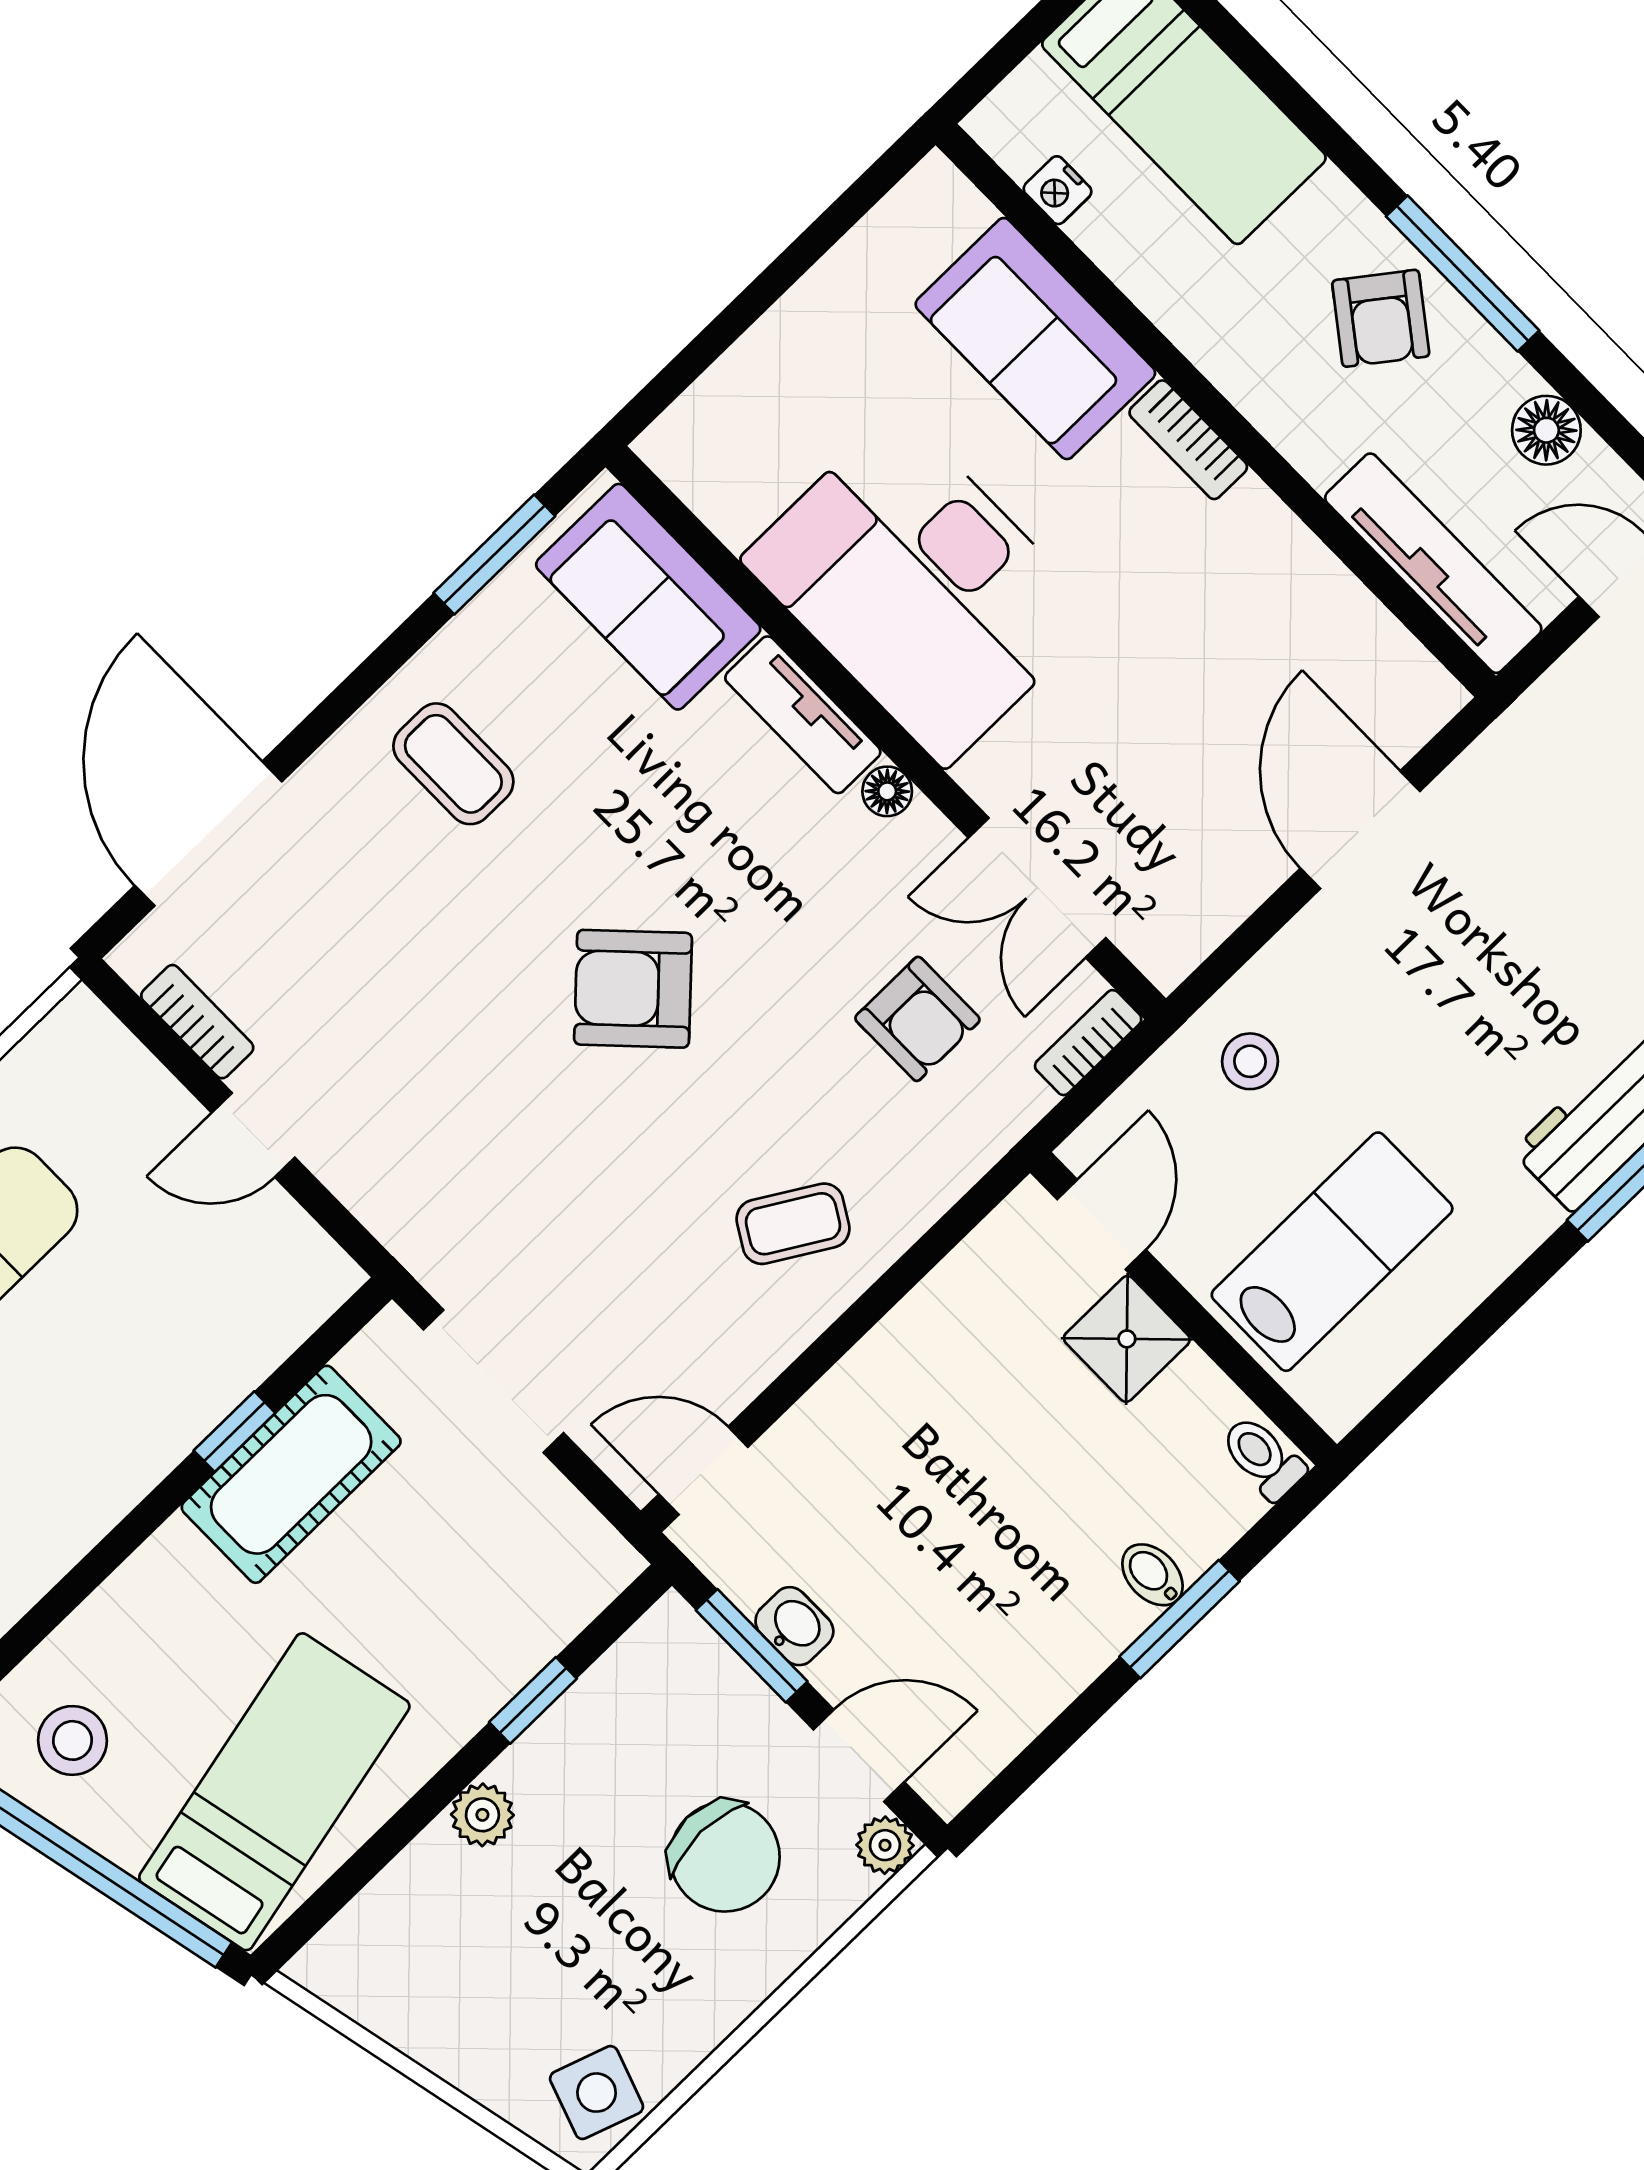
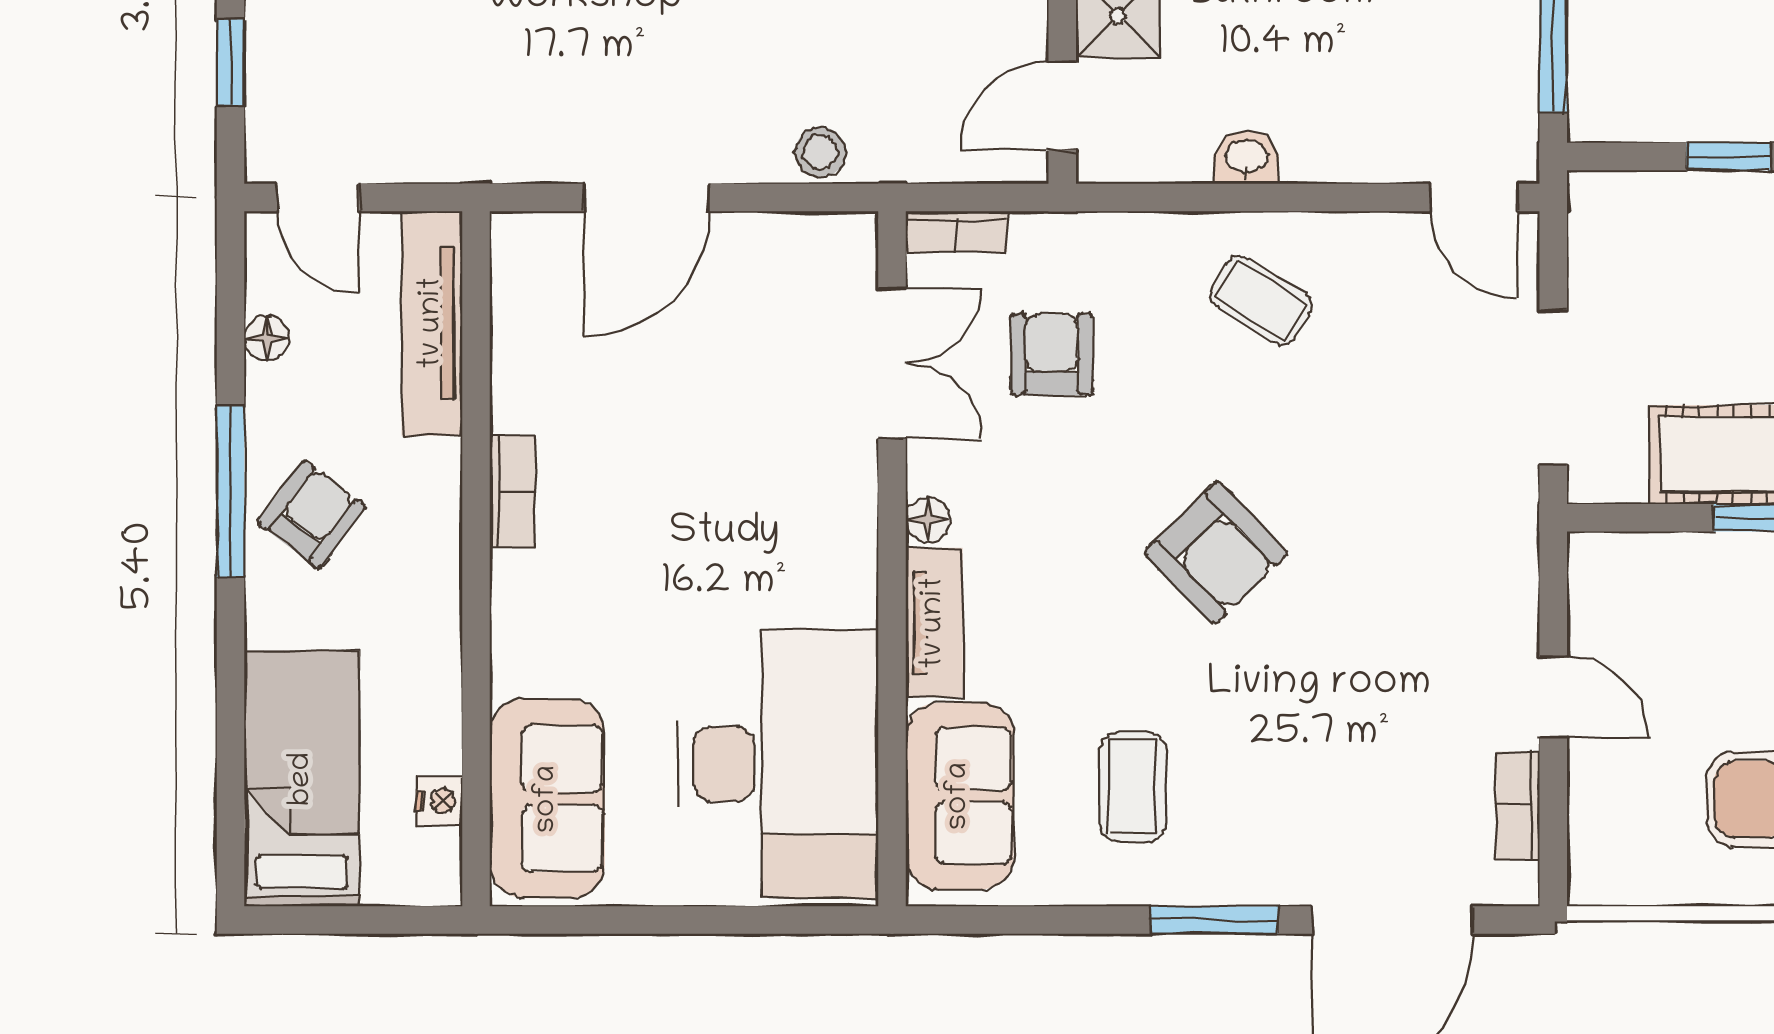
sofa: (1035, 339) -> (547, 799), moved
floor lamp: (1546, 430) -> (267, 338), width x0.73, depth x0.73
bookcase: (1188, 440) -> (512, 492), moved
window: (494, 555) -> (1214, 920), moved
desk: (921, 588) -> (778, 764), moved
coffee table: (453, 764) -> (1133, 787), moved
stool: (1250, 1061) -> (820, 152), moved
washbasin: (794, 1626) -> (1246, 157), moved, turned 90

